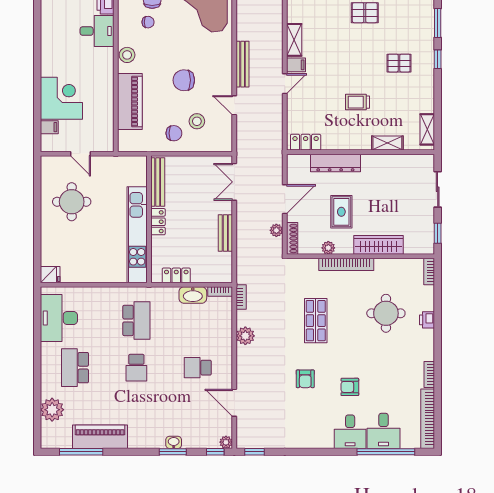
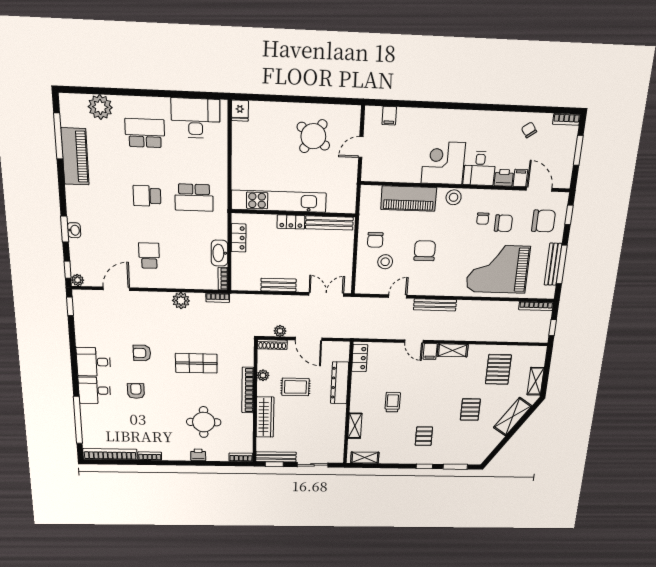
corner desk: (61, 98) -> (443, 163), moved, turned 180
round table: (72, 202) -> (313, 136), turned 36
bench: (428, 232) -> (276, 457), added
desk: (384, 431) -> (94, 362), moved

